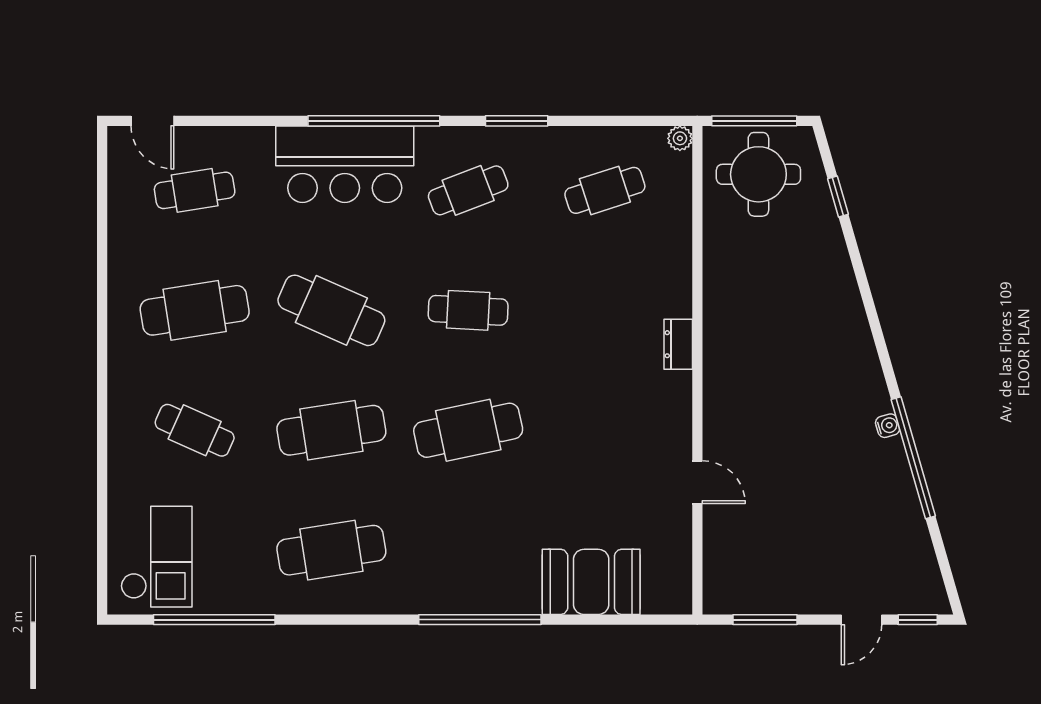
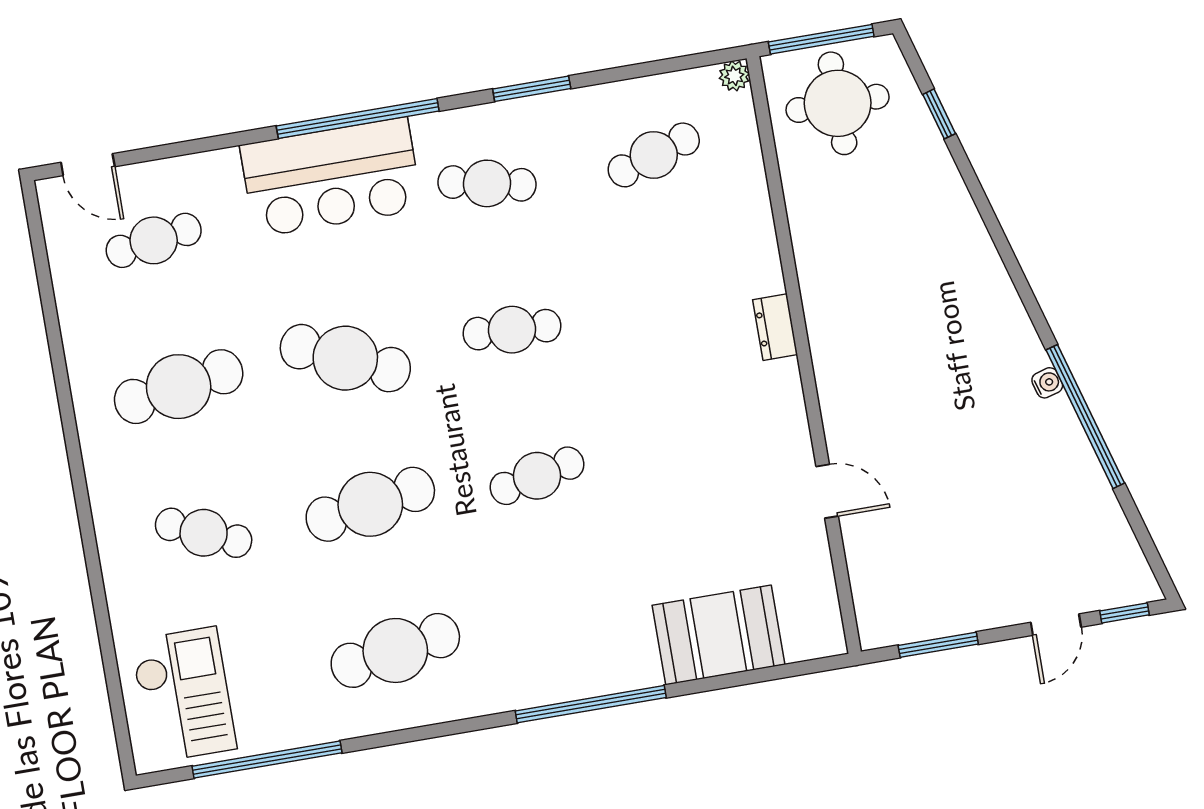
cafe table: (468, 190) -> (487, 183), turned 33
cafe table: (468, 430) -> (537, 476), width x0.73, depth x0.74

